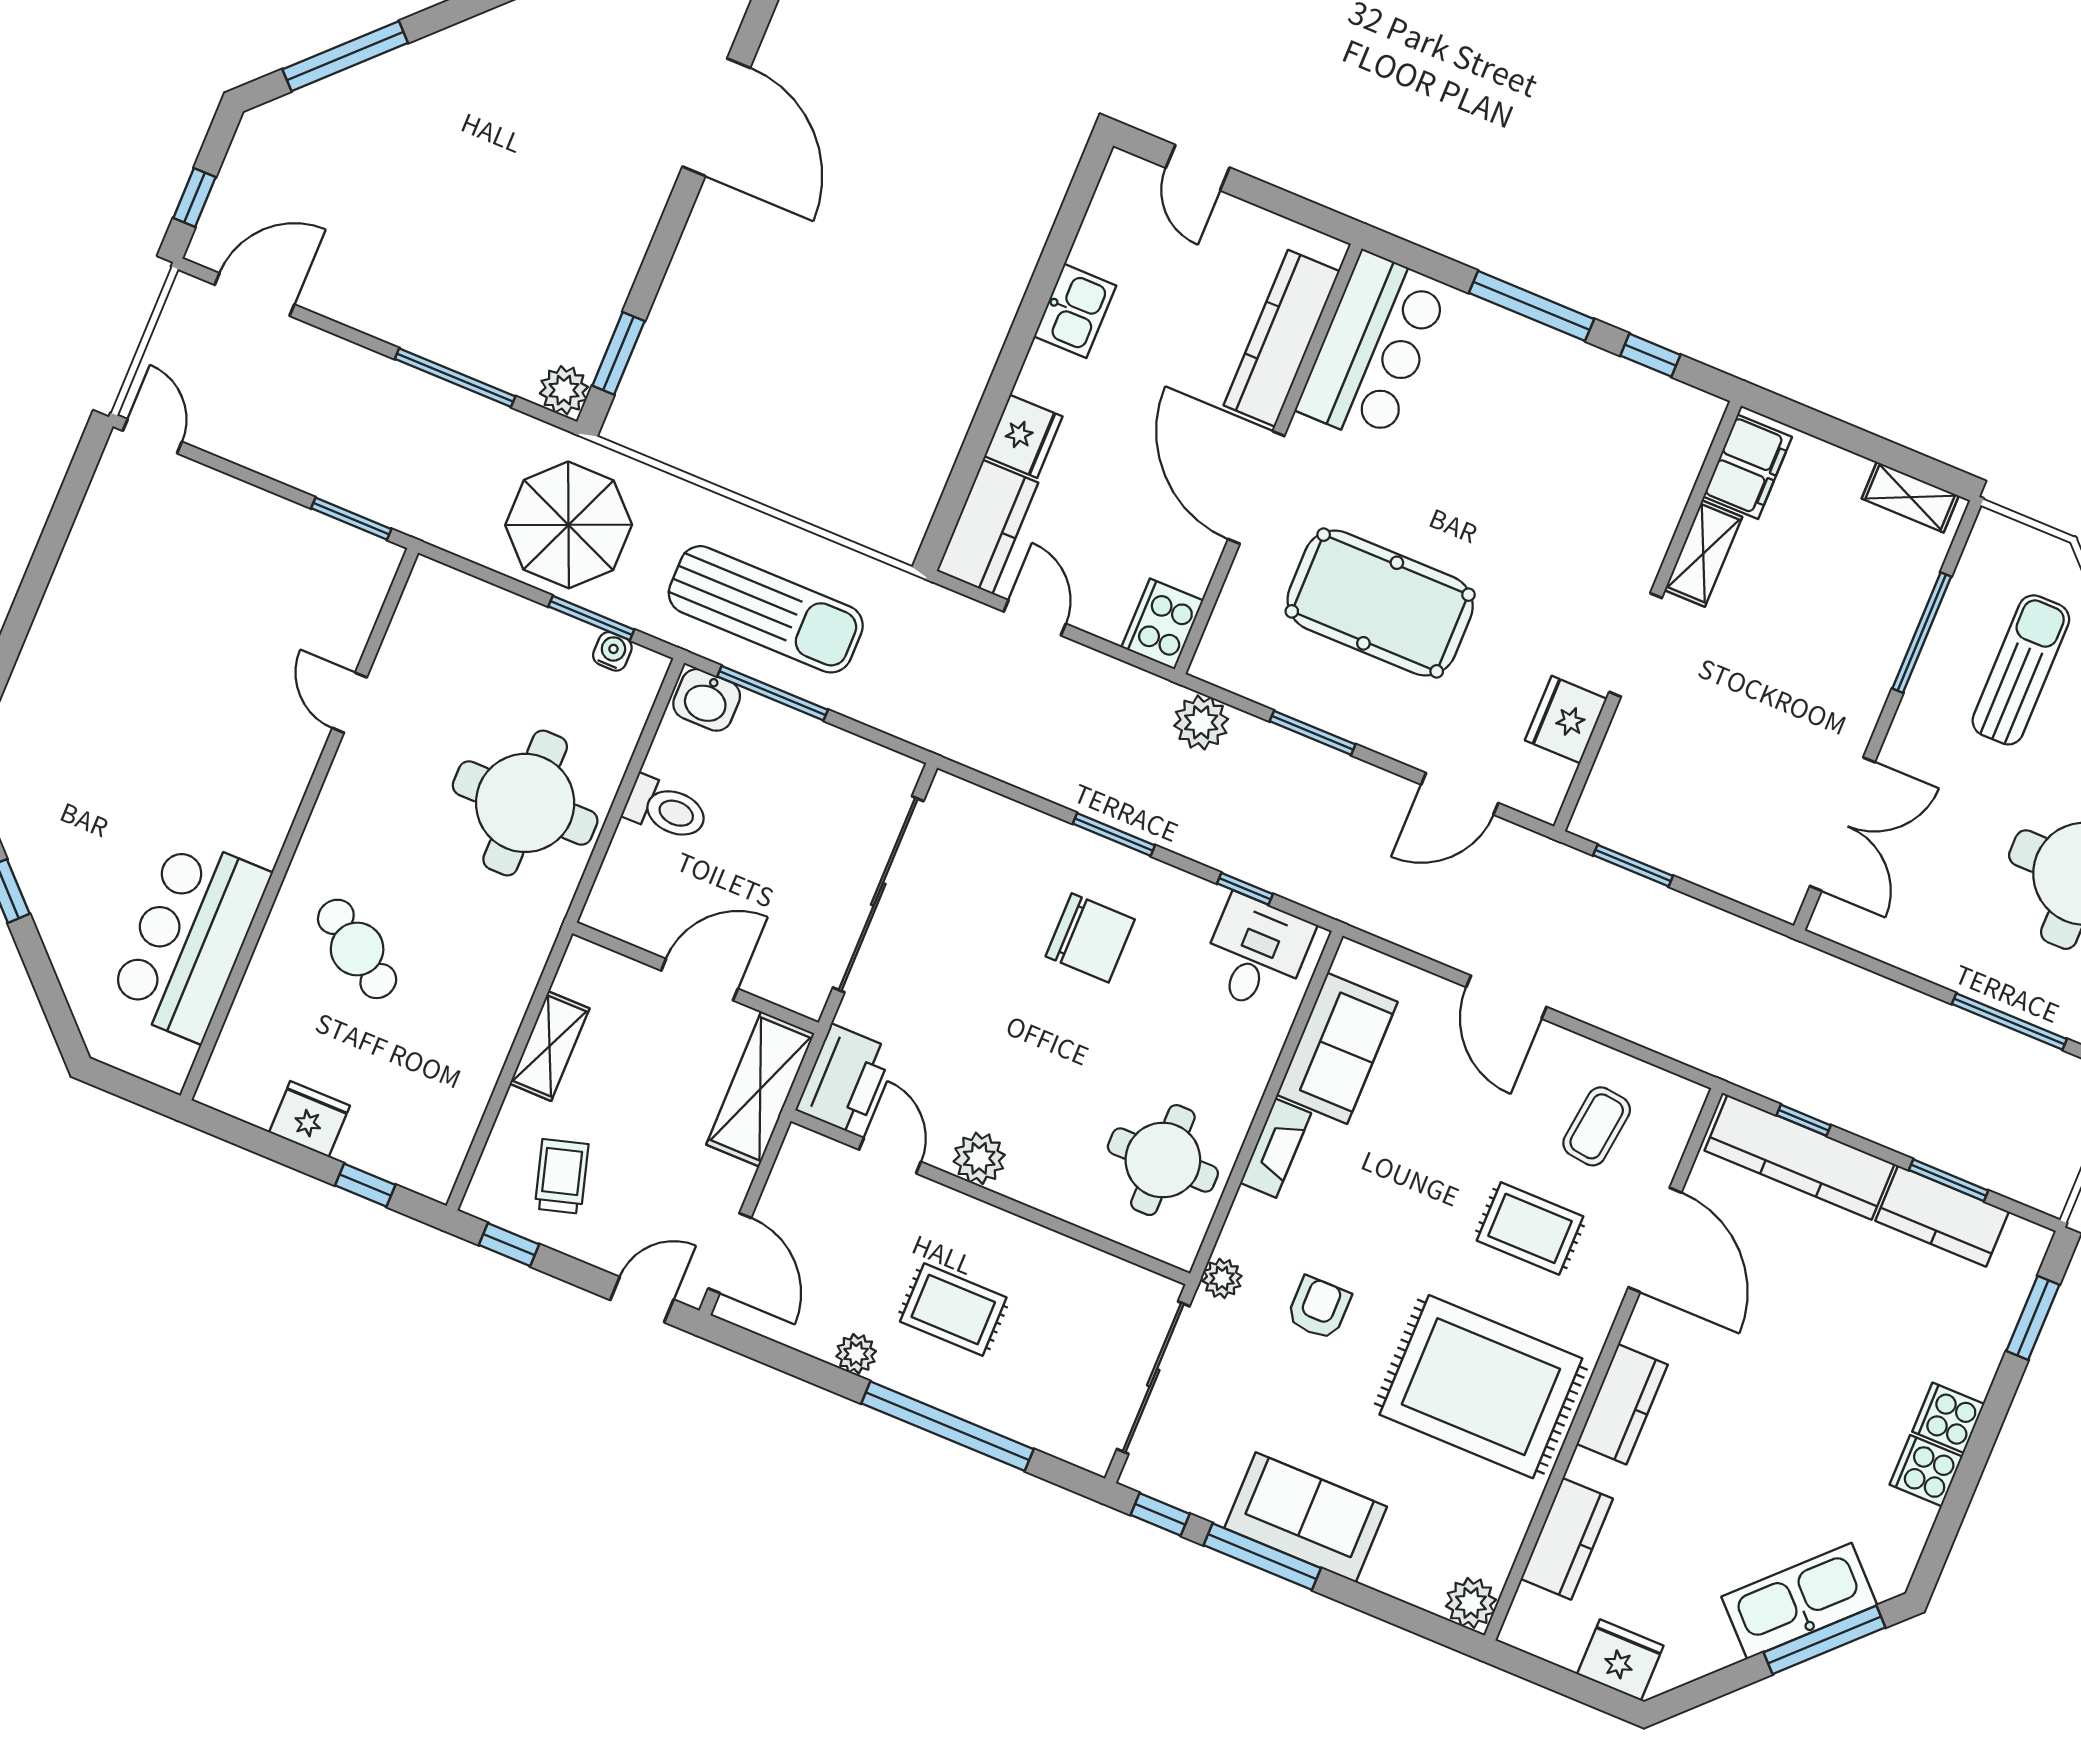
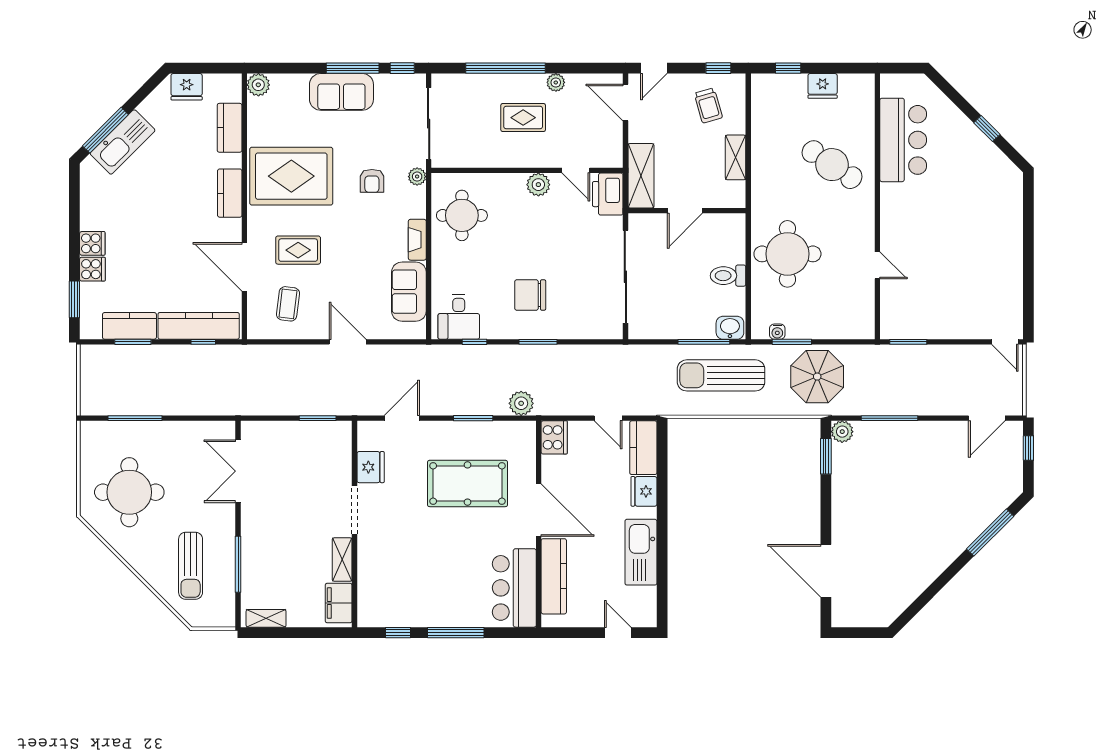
kitchen sink: (1075, 311) -> (641, 552), width x1.87, depth x1.24
cafe table: (357, 949) -> (832, 165), width x1.37, depth x1.35
cooker: (1926, 1471) -> (92, 269), moved

